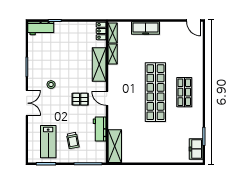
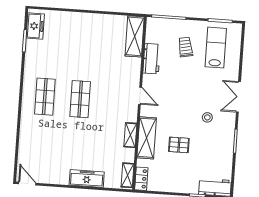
shelving: (113, 54) -> (130, 135), moved
shop shelf: (155, 92) -> (80, 99), width x0.50, depth x0.74
pallet: (80, 99) -> (179, 145), moved

